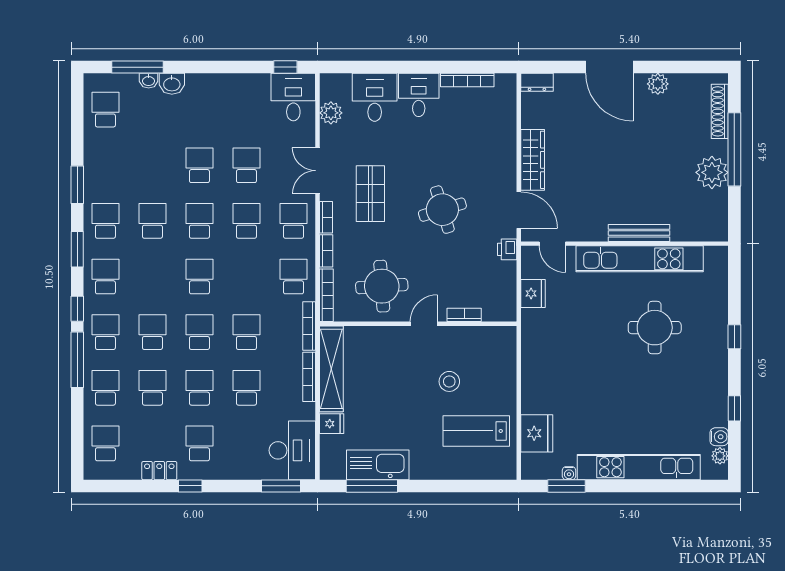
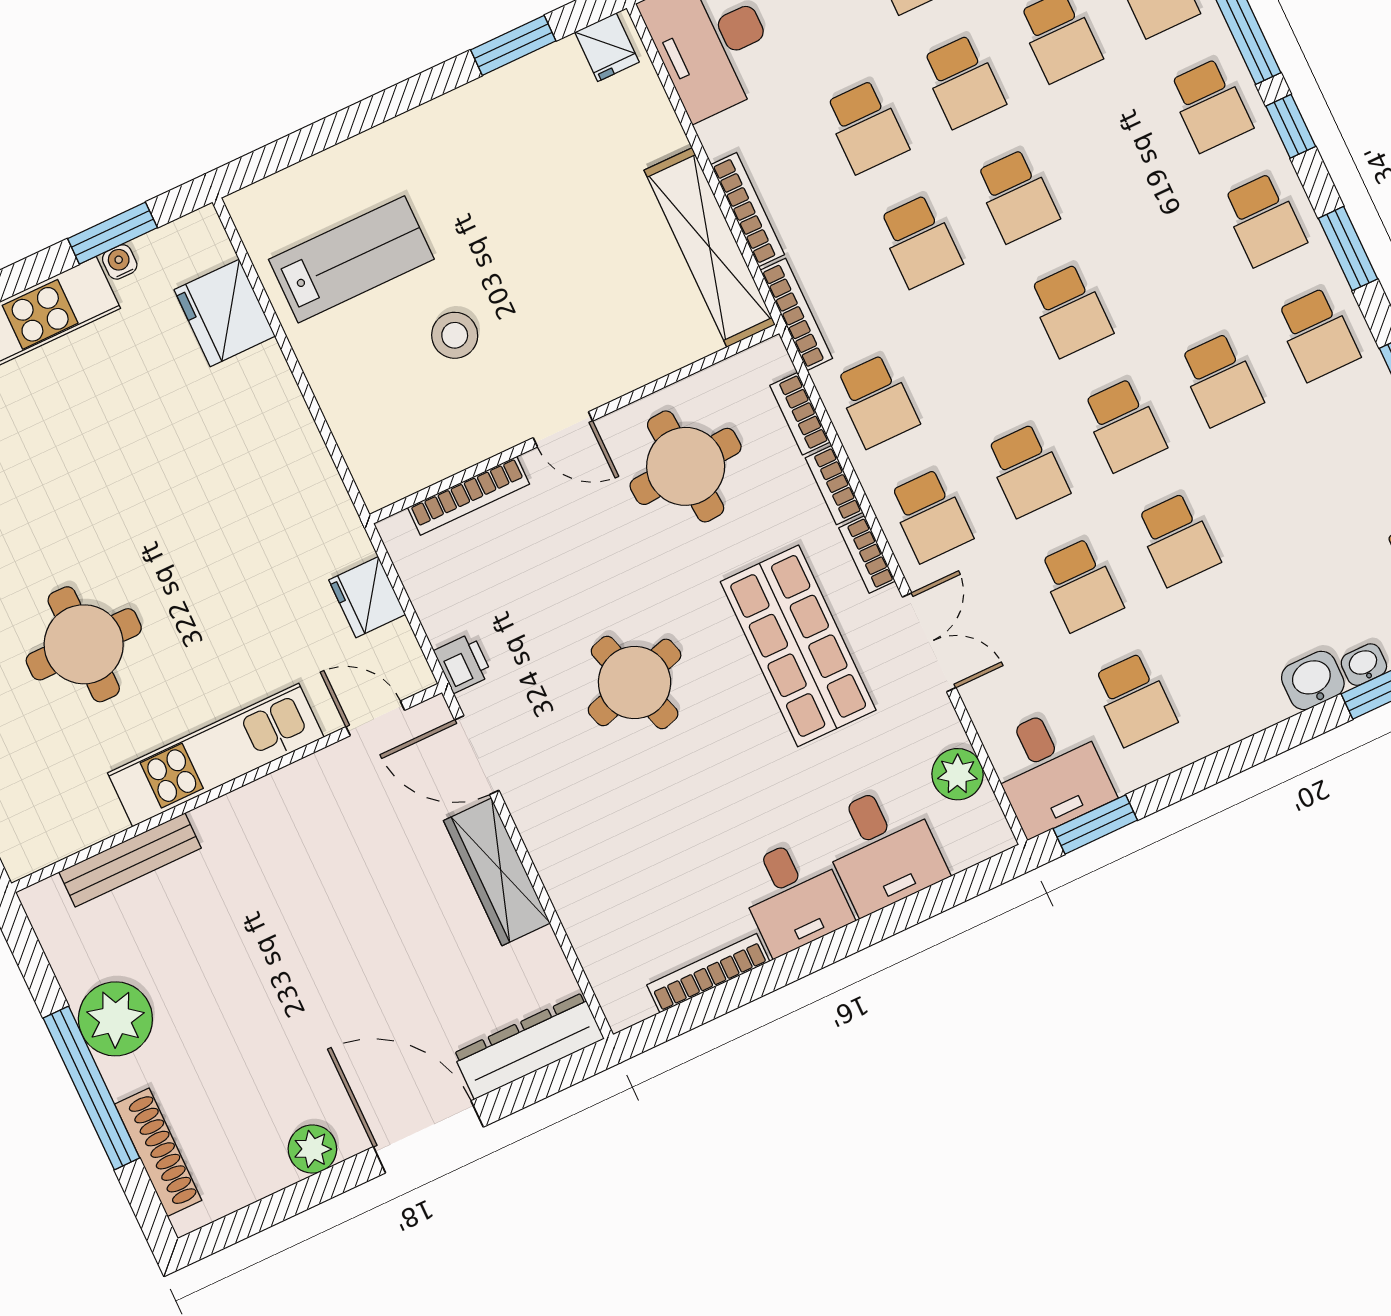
window: (285, 67) -> (1095, 824), width x1.50
dresser: (537, 82) -> (529, 1046), width x1.96, depth x1.24
shop shelf: (370, 194) -> (798, 646), width x1.43, depth x1.36
bench: (639, 233) -> (130, 860), moved
kitchen unit: (640, 259) -> (216, 755), width x0.73
bookcase: (326, 295) -> (800, 414), width x0.64
bookcase: (464, 315) -> (469, 496), width x1.56
door: (424, 324) -> (563, 429), hinge flipped
school desk: (152, 332) -> (1134, 699), moved
fridge: (332, 424) -> (607, 47), moved, turned -90
kitchen sink: (378, 465) -> (521, 95), removed
window: (372, 486) -> (513, 45), width x0.69

